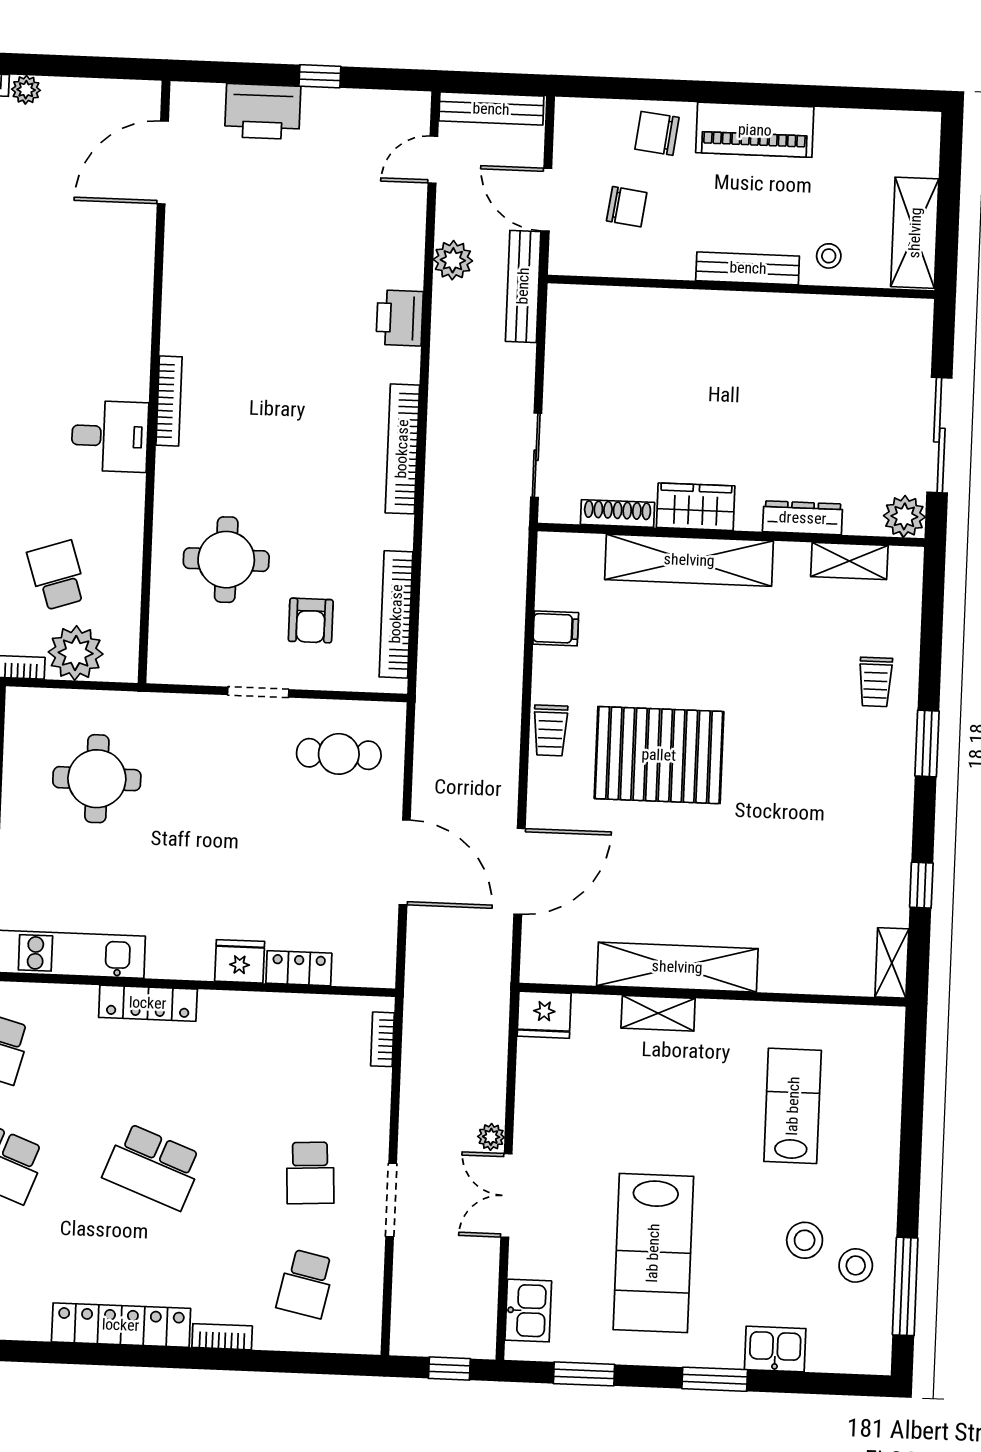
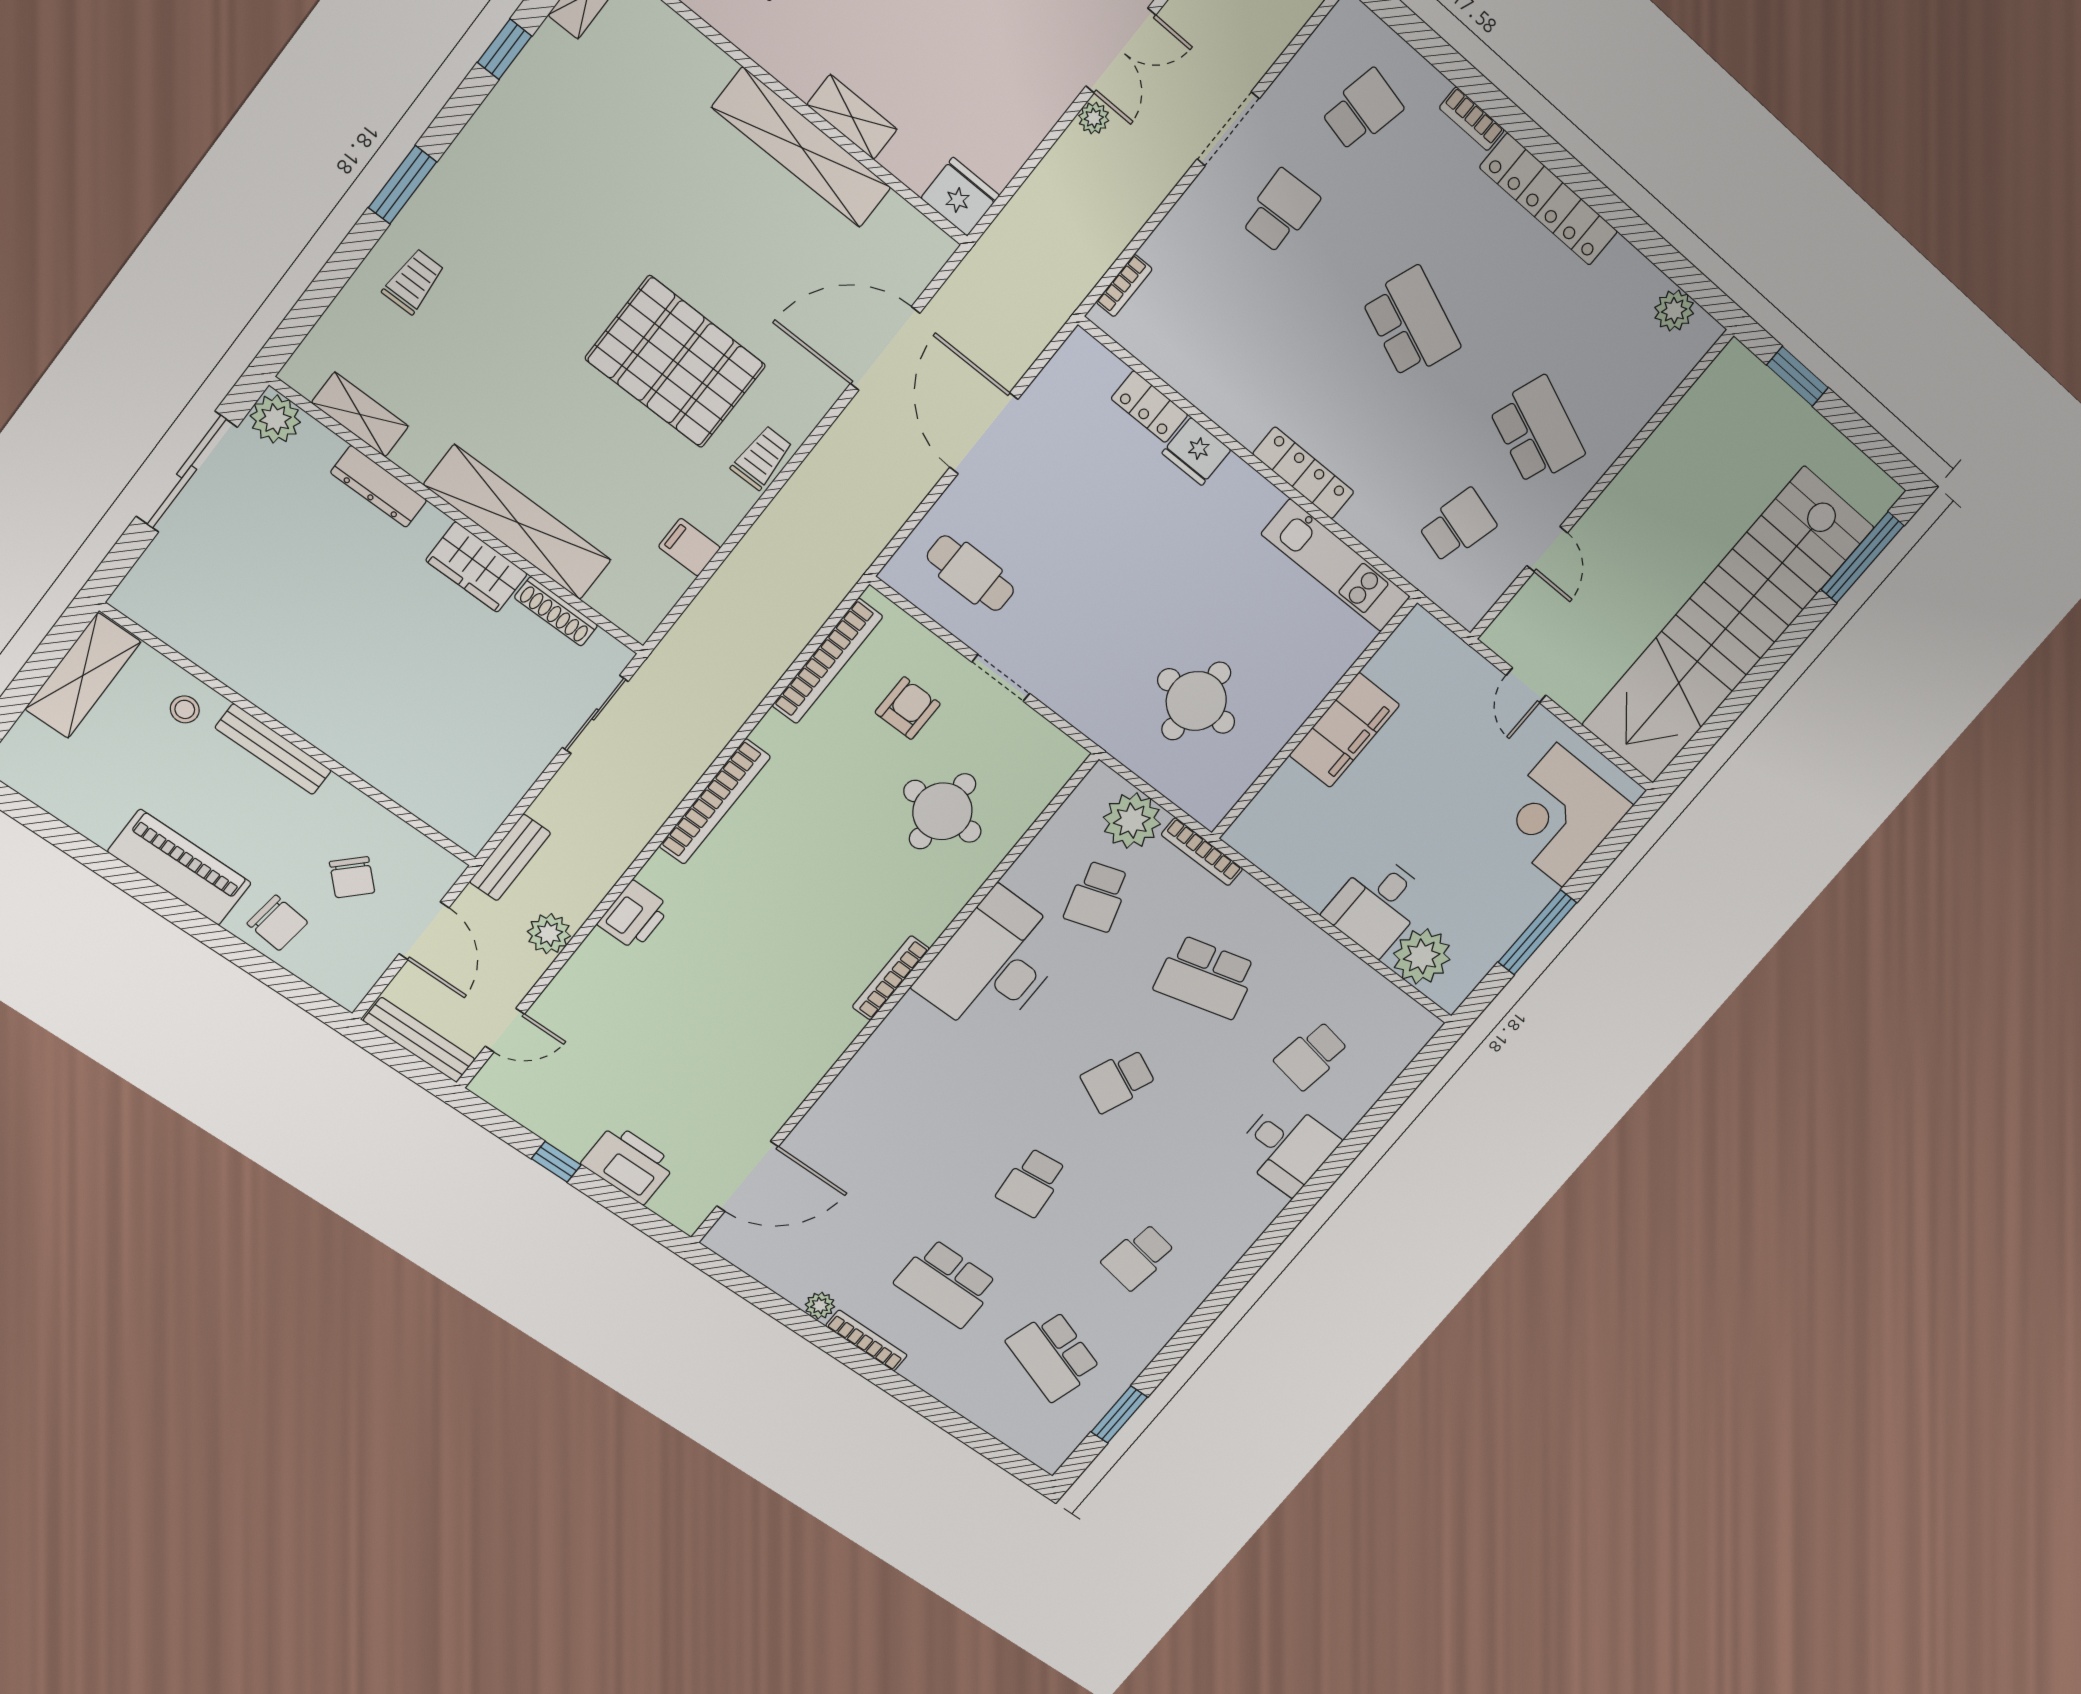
chair: (627, 207) -> (352, 877), turned -143
bench: (523, 286) -> (510, 857), width x0.73
desk: (110, 436) -> (994, 964), width x1.87, depth x1.30

